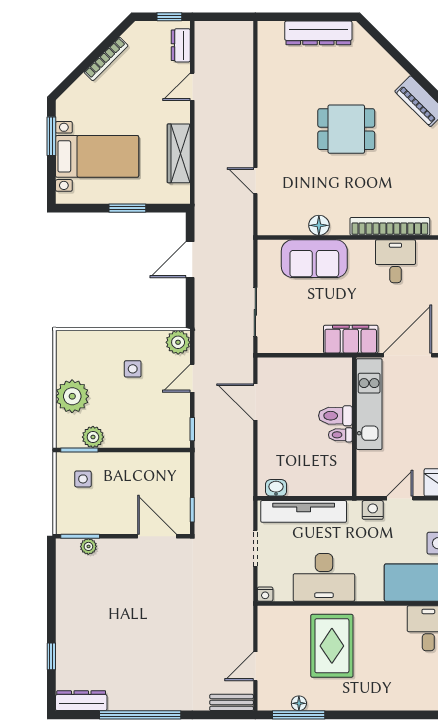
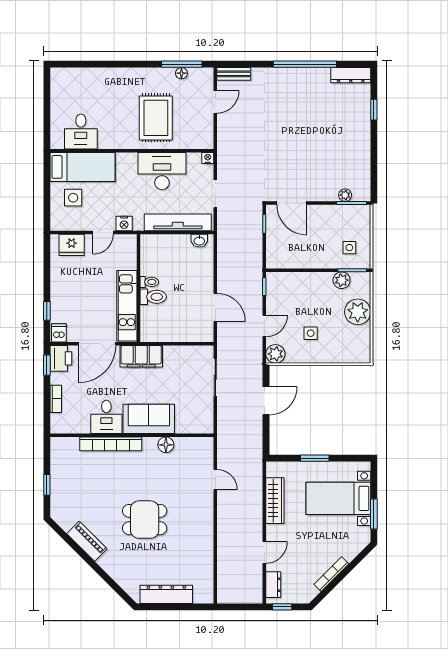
sofa: (314, 259) -> (149, 419), moved
door: (190, 260) -> (266, 401), moved

